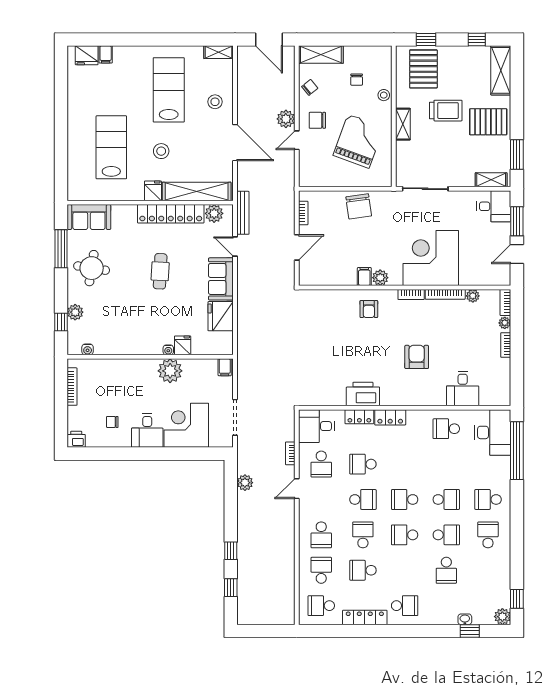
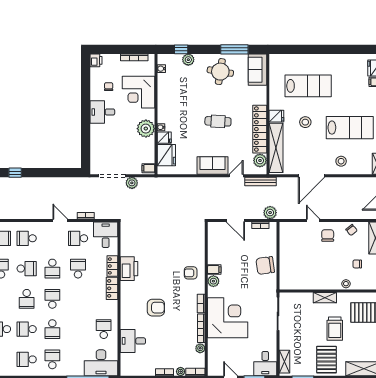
plant: (286, 119) -> (270, 213), moved
grand piano: (358, 141) -> (313, 265), removed
fridge: (221, 316) -> (166, 155), moved, turned 90
corner desk: (186, 425) -> (138, 92), moved, turned 180
plant: (245, 483) -> (132, 183), moved
school desk: (405, 535) -> (27, 299), turned 180
school desk: (446, 535) -> (27, 329), turned 90
school desk: (488, 535) -> (27, 359), turned 180

